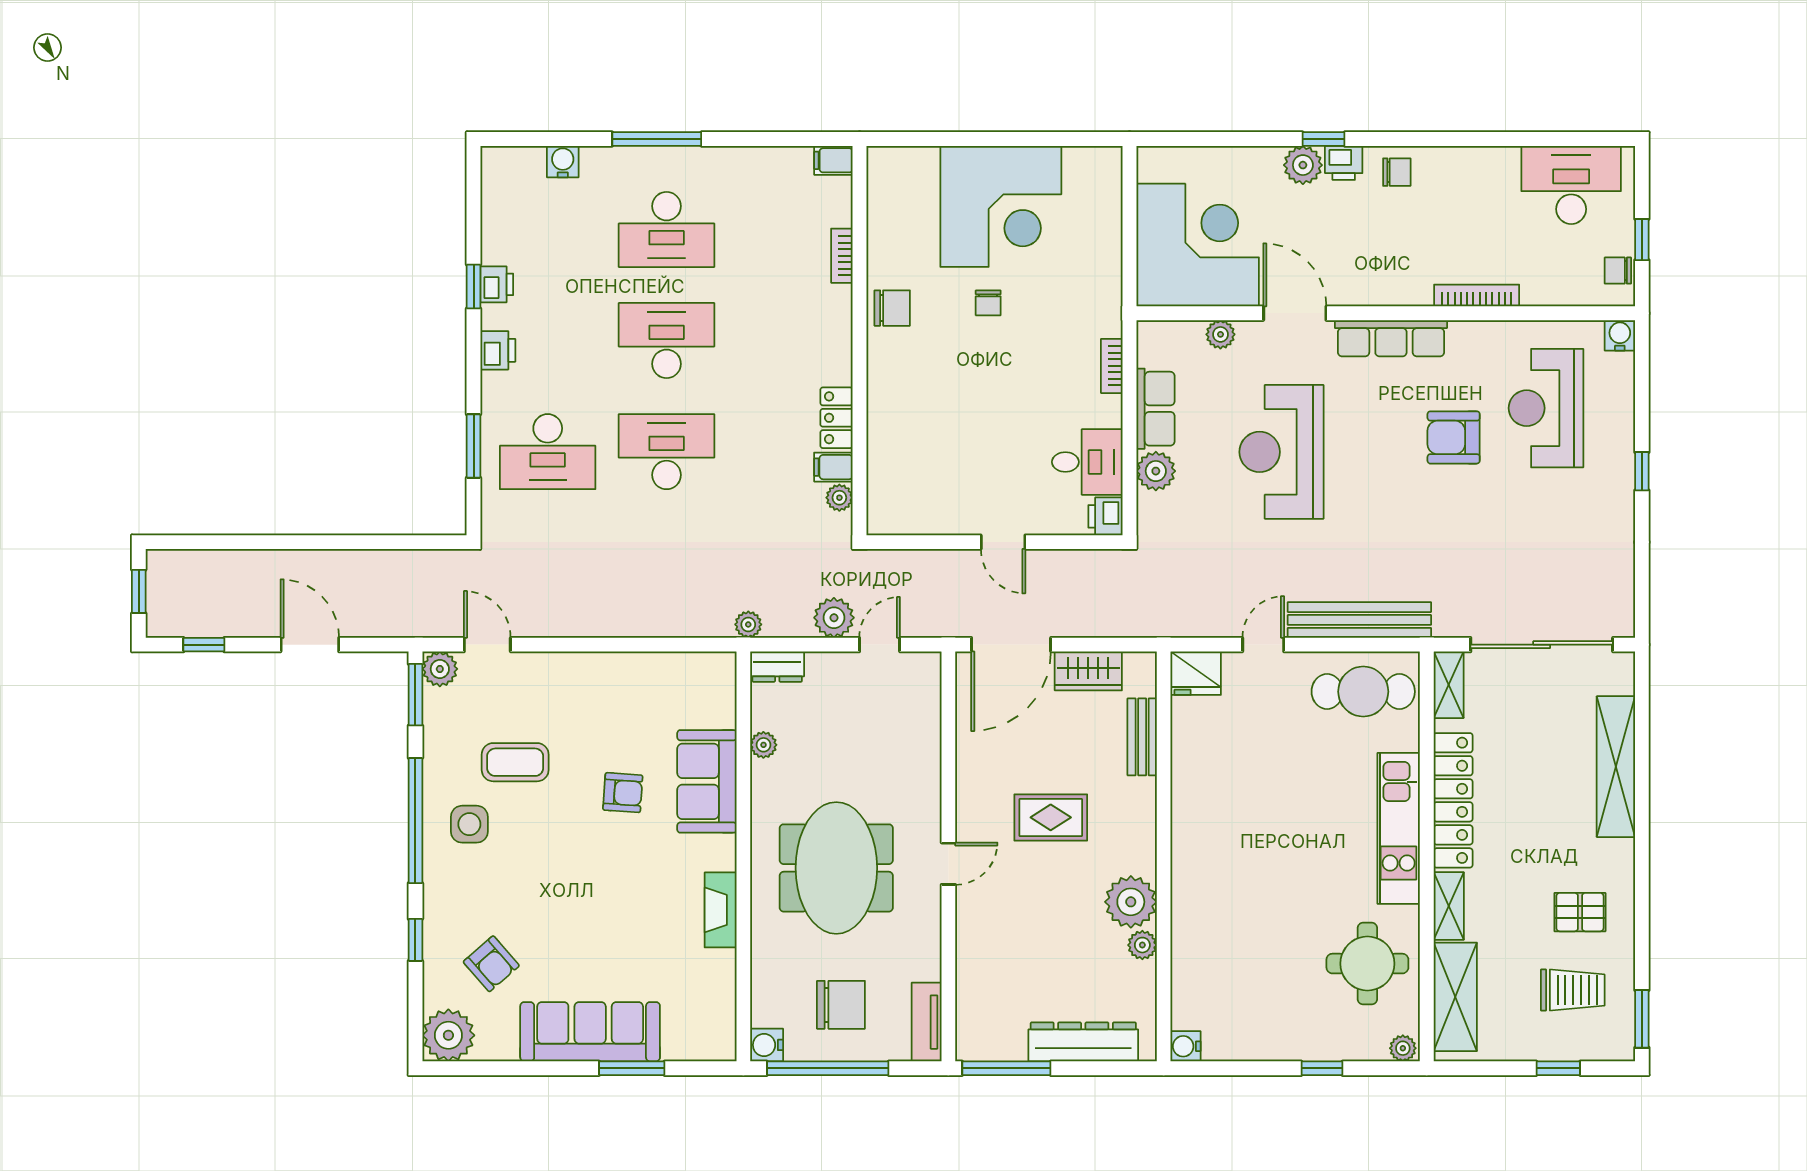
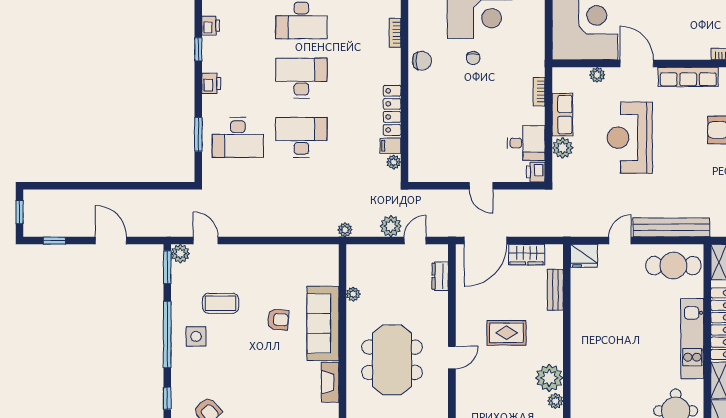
printer: (497, 284) -> (211, 26), moved
locker: (837, 418) -> (392, 110), width x1.53
dresser: (777, 667) -> (440, 276), moved, turned 90
sofa: (707, 781) -> (323, 323), width x1.36

